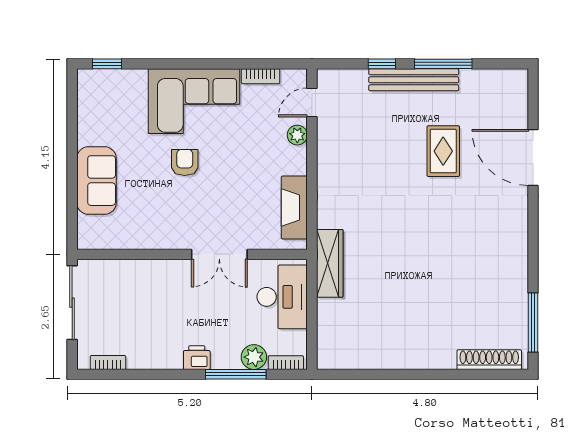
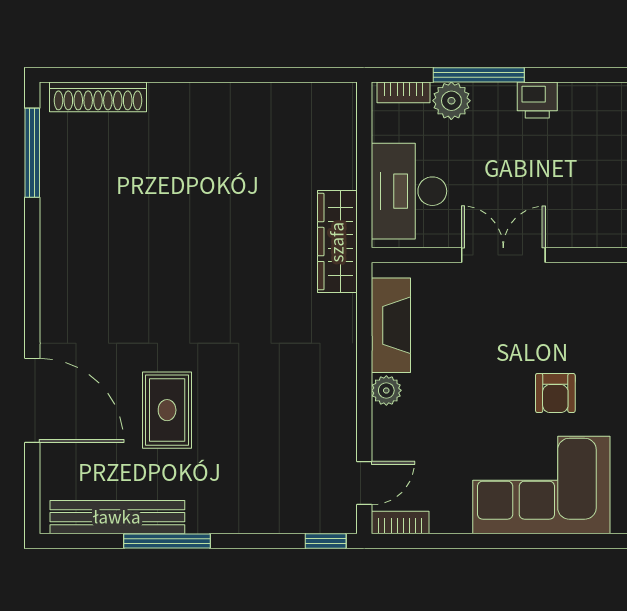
window: (382, 64) -> (326, 541), moved
bookcase: (261, 76) -> (400, 522), moved
bench: (414, 80) -> (117, 517), moved
plant: (297, 135) -> (386, 390), moved

